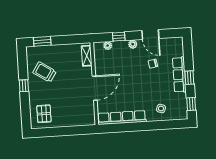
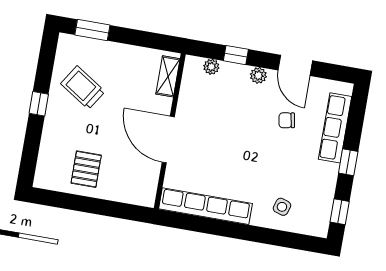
row of seats: (179, 75) -> (335, 128), moved
door: (95, 88) -> (168, 140), swing flipped
pallet: (44, 114) -> (86, 169), moved

